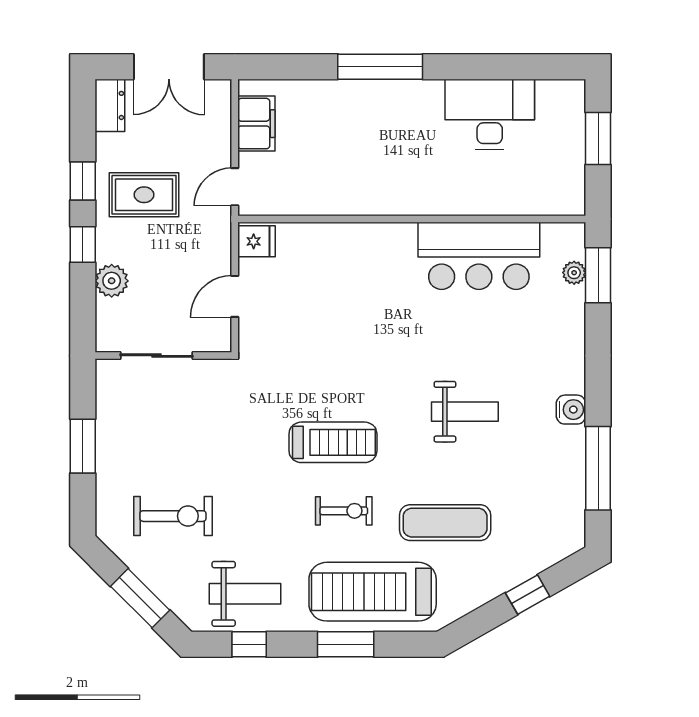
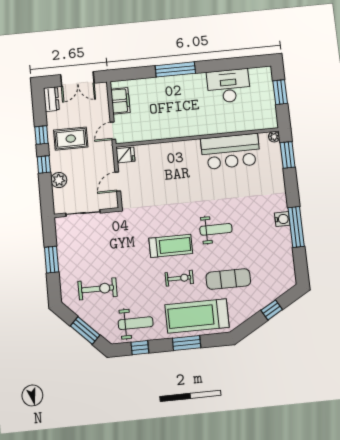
plant: (574, 273) -> (274, 137), moved
weight bench: (465, 412) -> (216, 229), moved
window: (598, 468) -> (296, 227), moved

